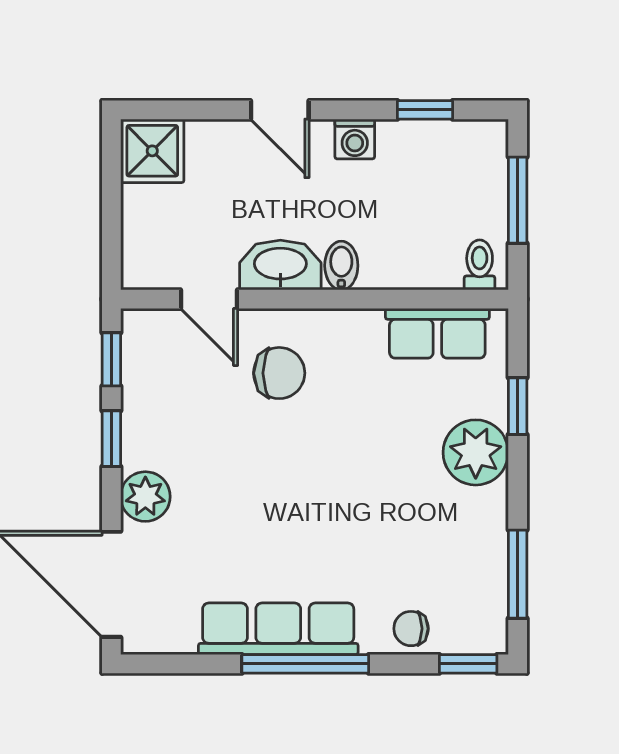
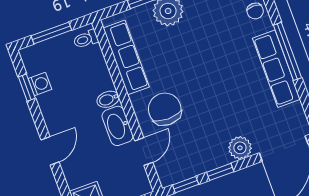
washing machine: (355, 139) -> (40, 84), moved
row of seats: (437, 333) -> (126, 57), width x1.48
chair: (279, 373) -> (165, 109), width x1.37, depth x1.37

